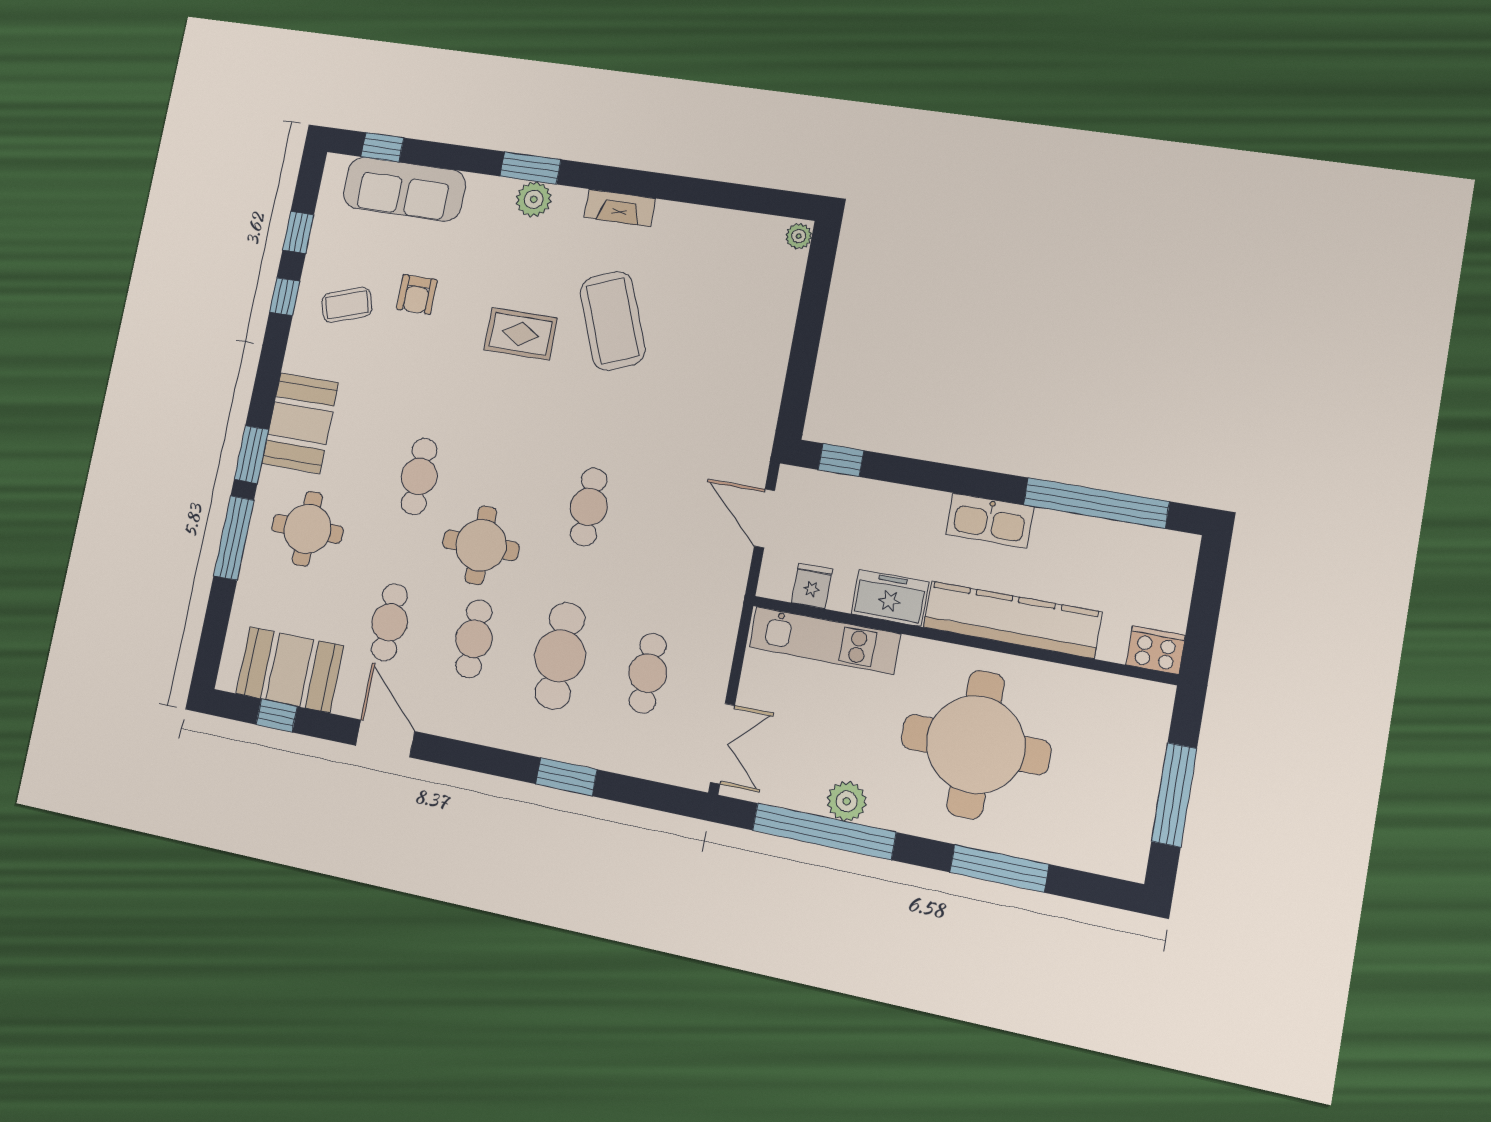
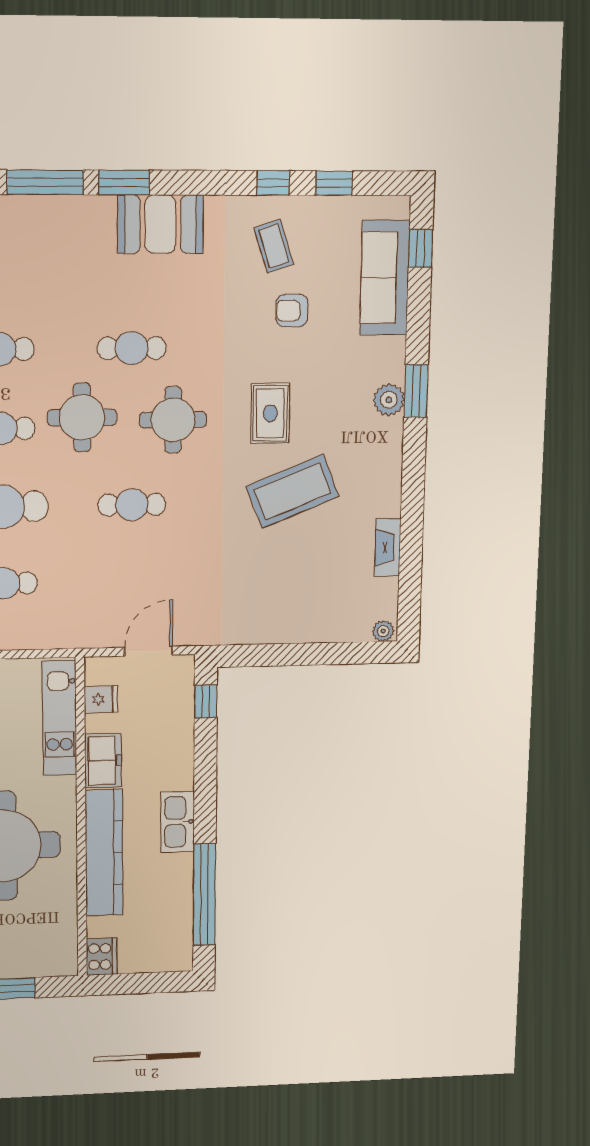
fireplace: (620, 208) -> (388, 548), moved
round table: (307, 529) -> (173, 420), moved

